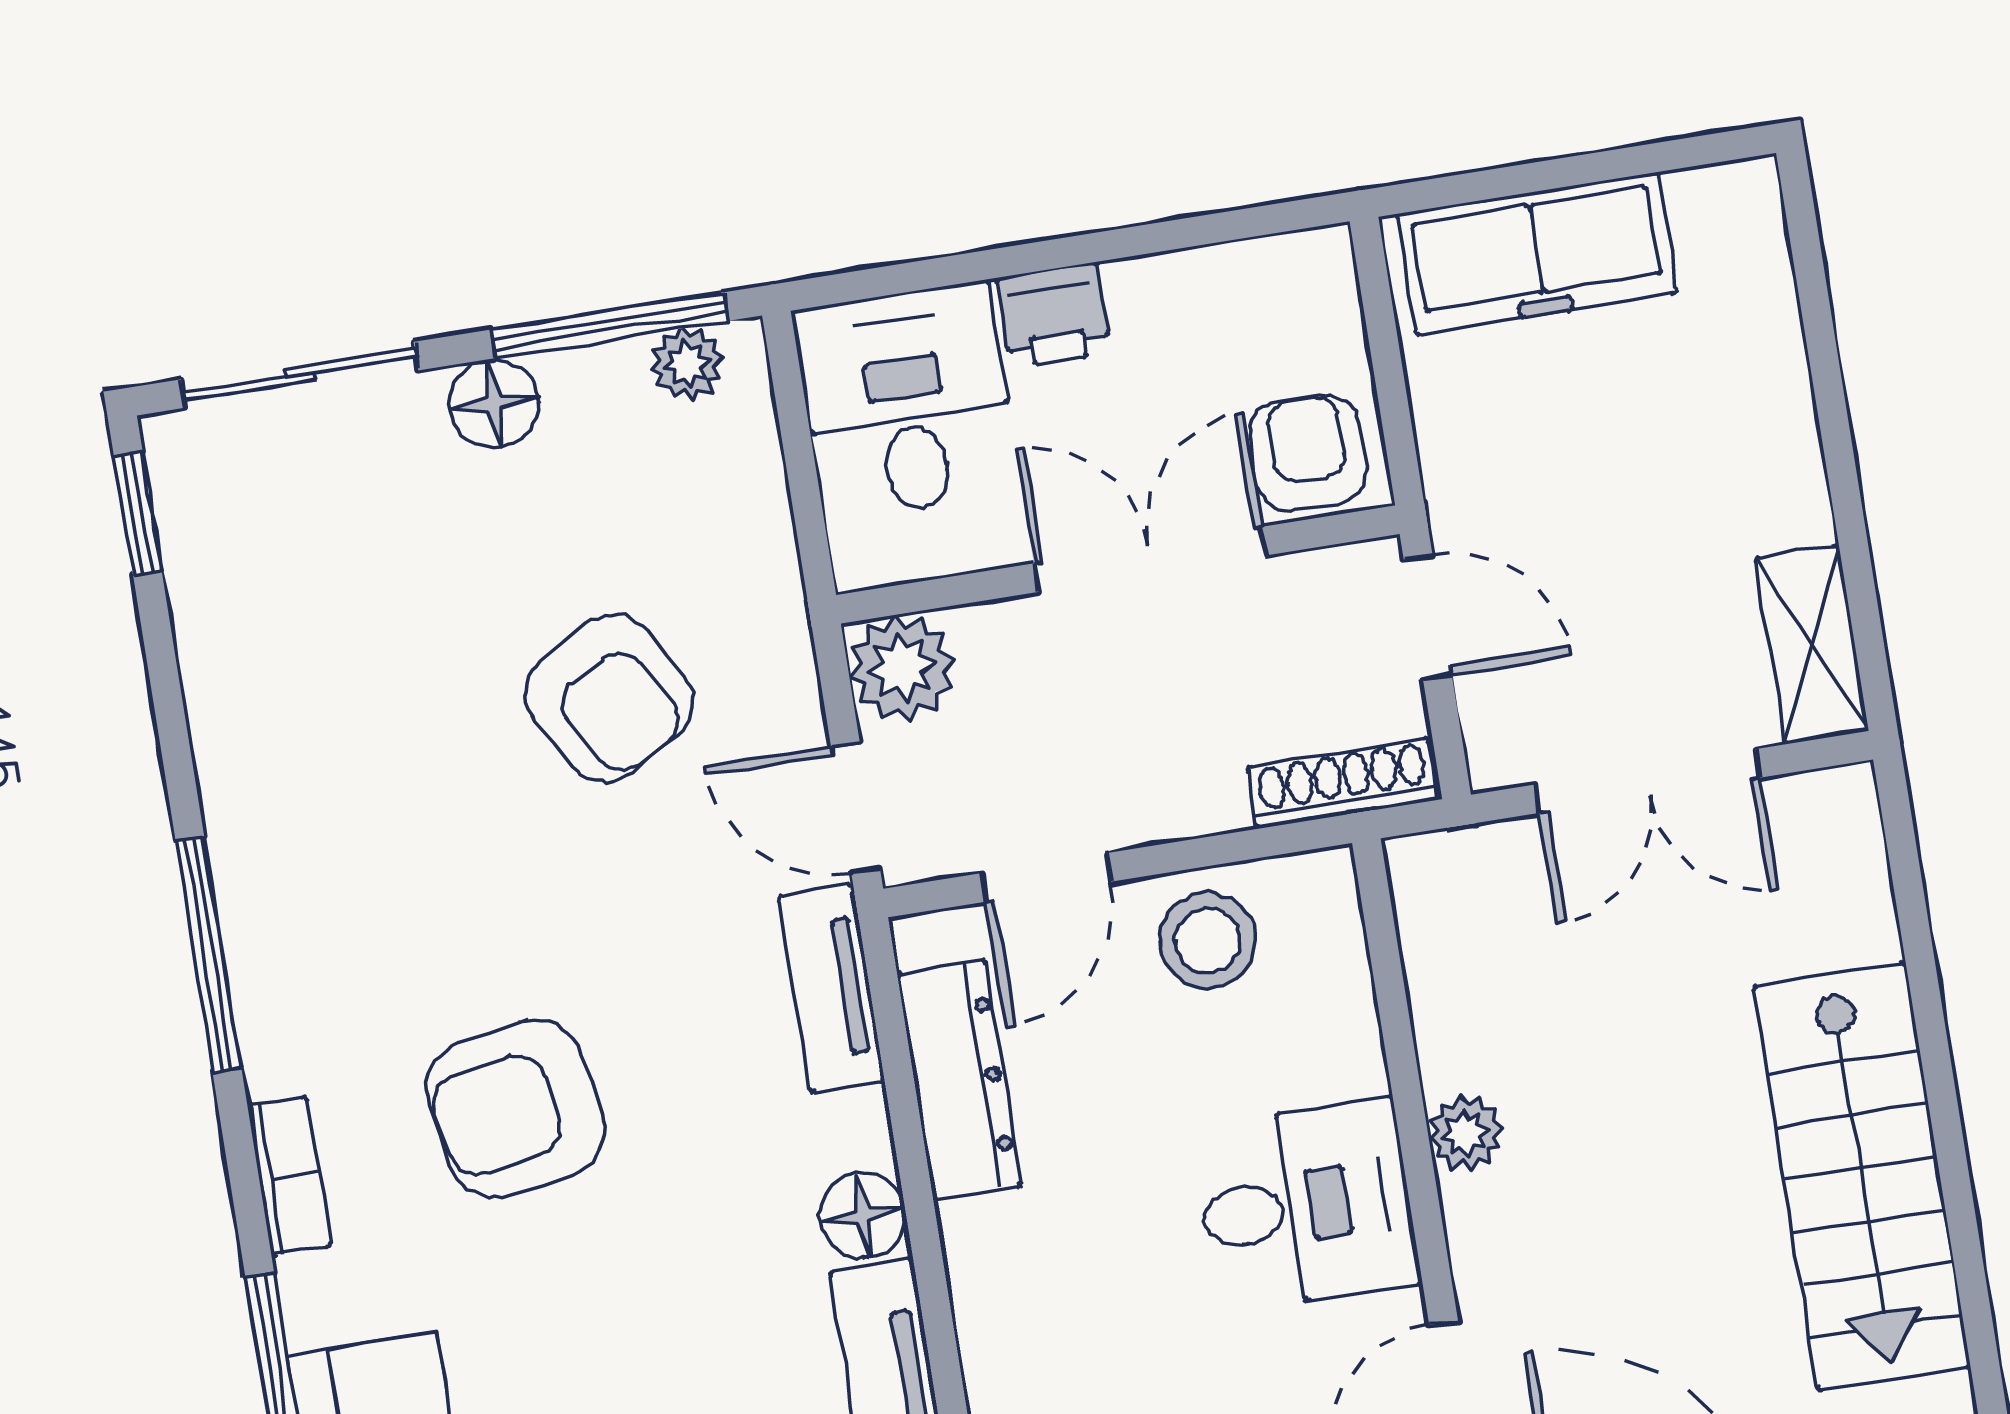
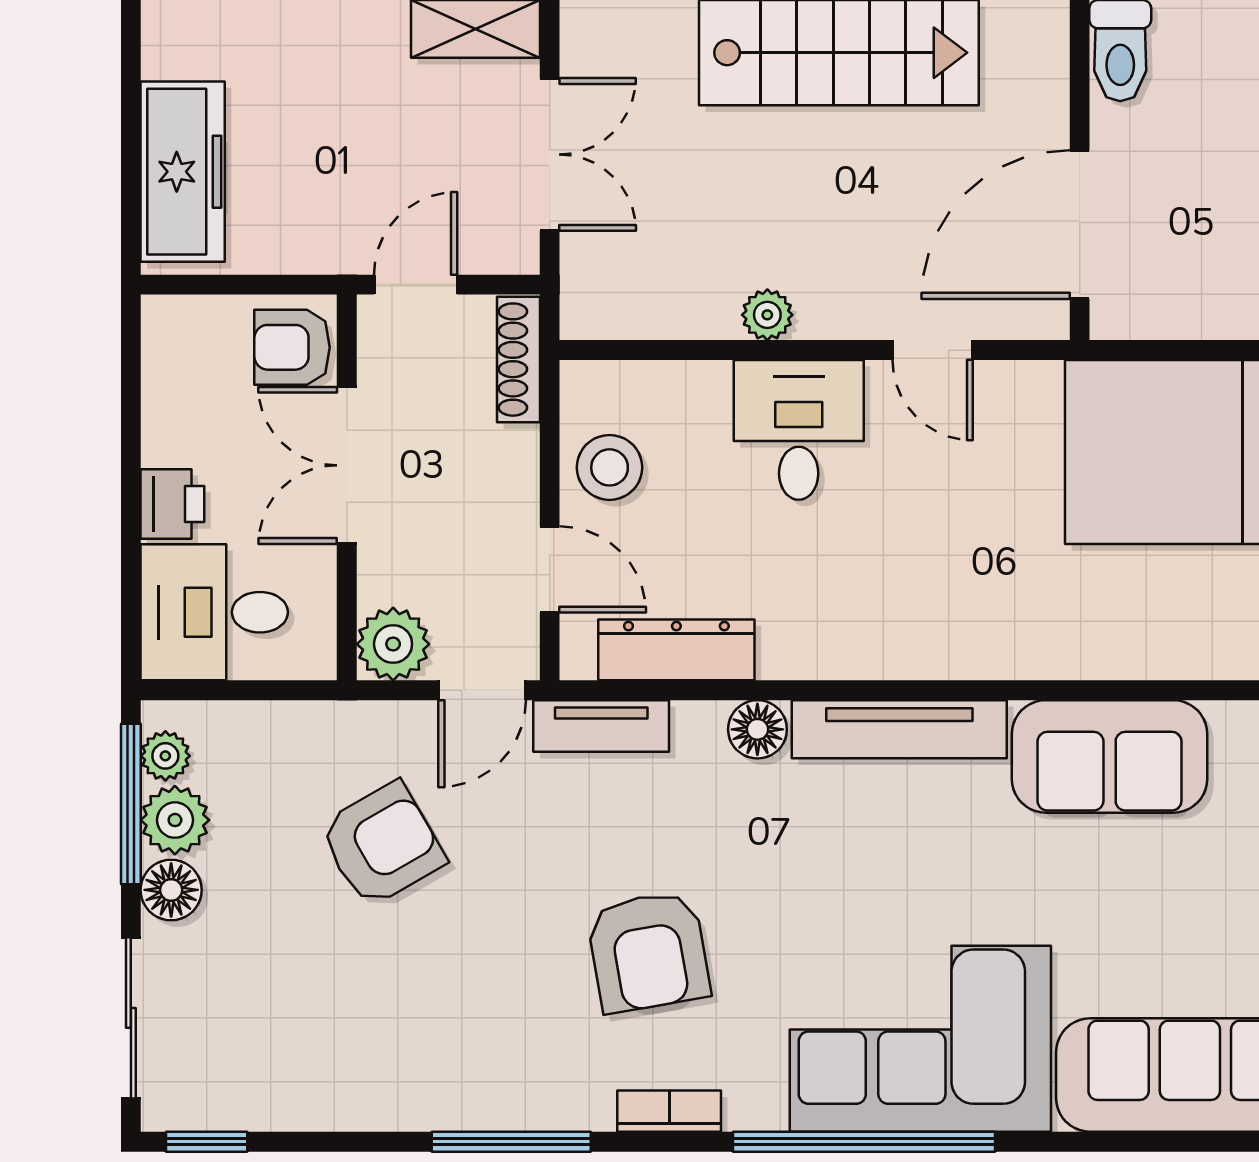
plant: (596, 393) -> (175, 820), added

